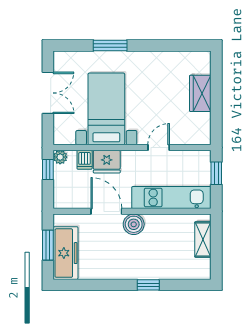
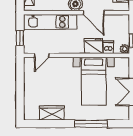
window: (110, 46) -> (91, 124), width x1.44
wardrobe: (200, 93) -> (52, 113), moved, turned -90
door: (159, 147) -> (42, 55), moved

